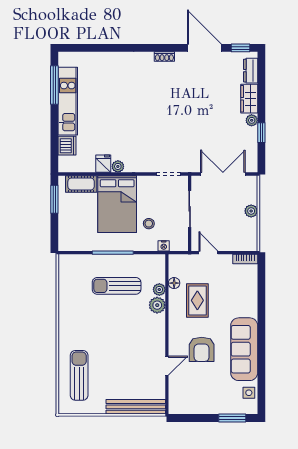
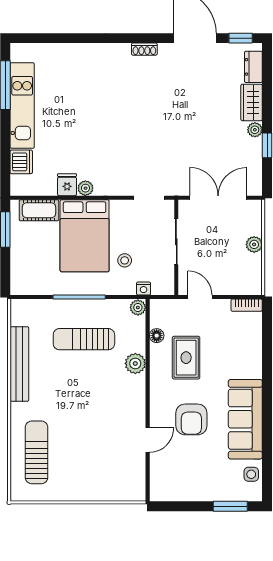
plant: (159, 290) -> (138, 308), moved
bench: (136, 407) -> (19, 364), moved, turned 90

